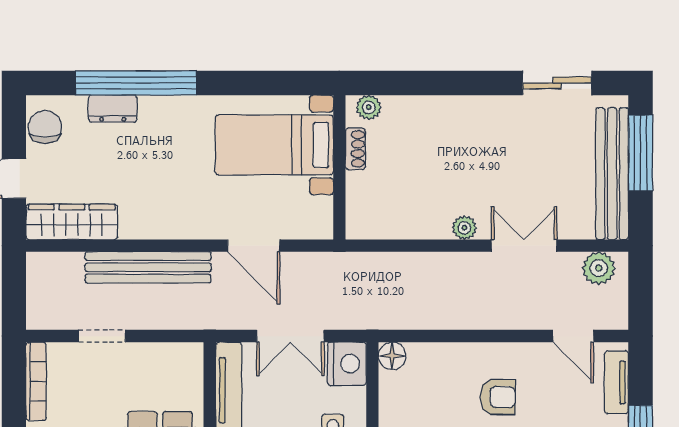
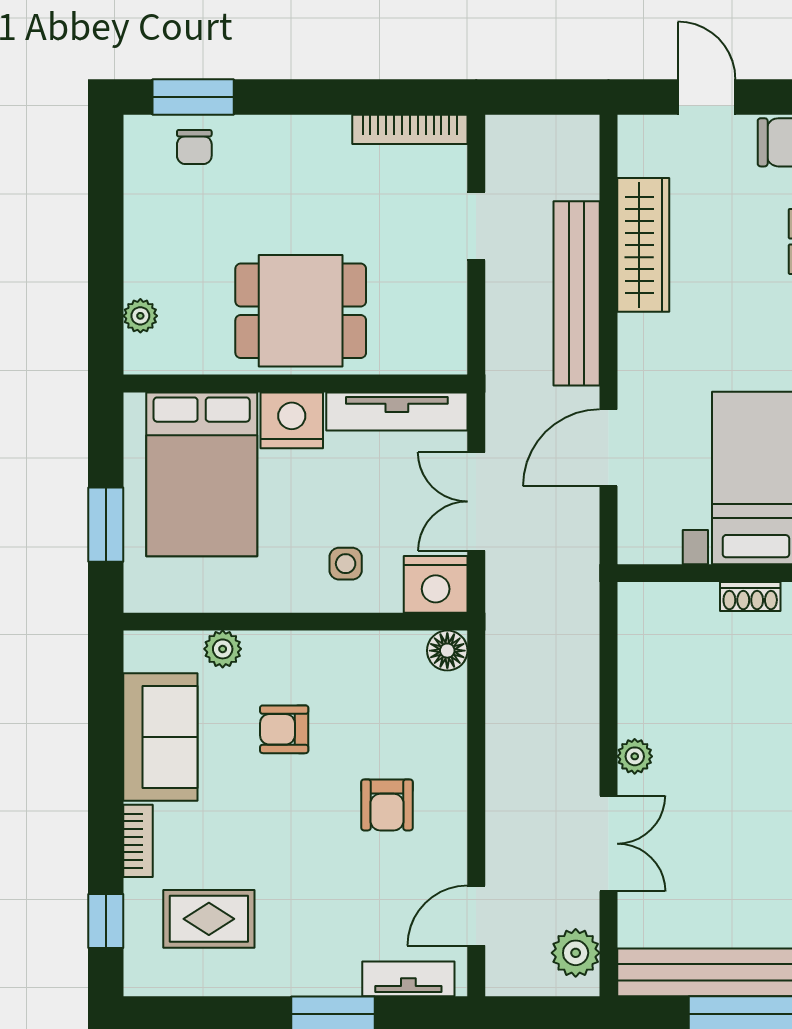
wardrobe: (72, 222) -> (643, 245), moved

